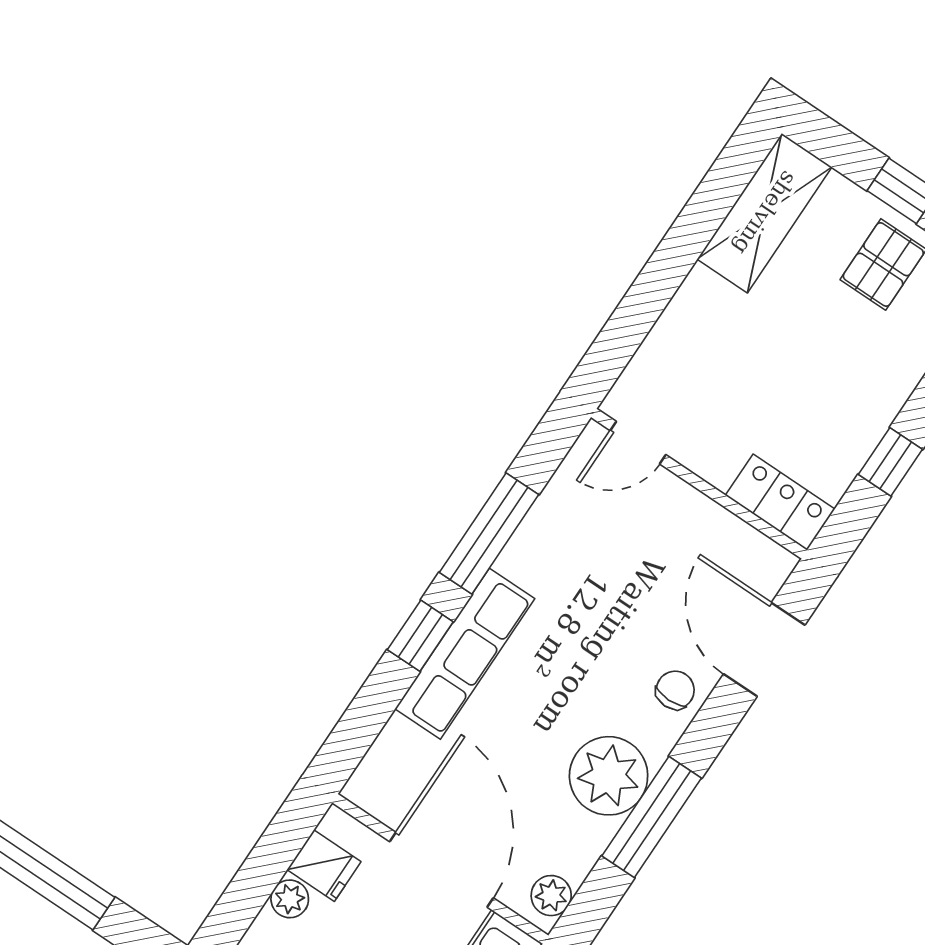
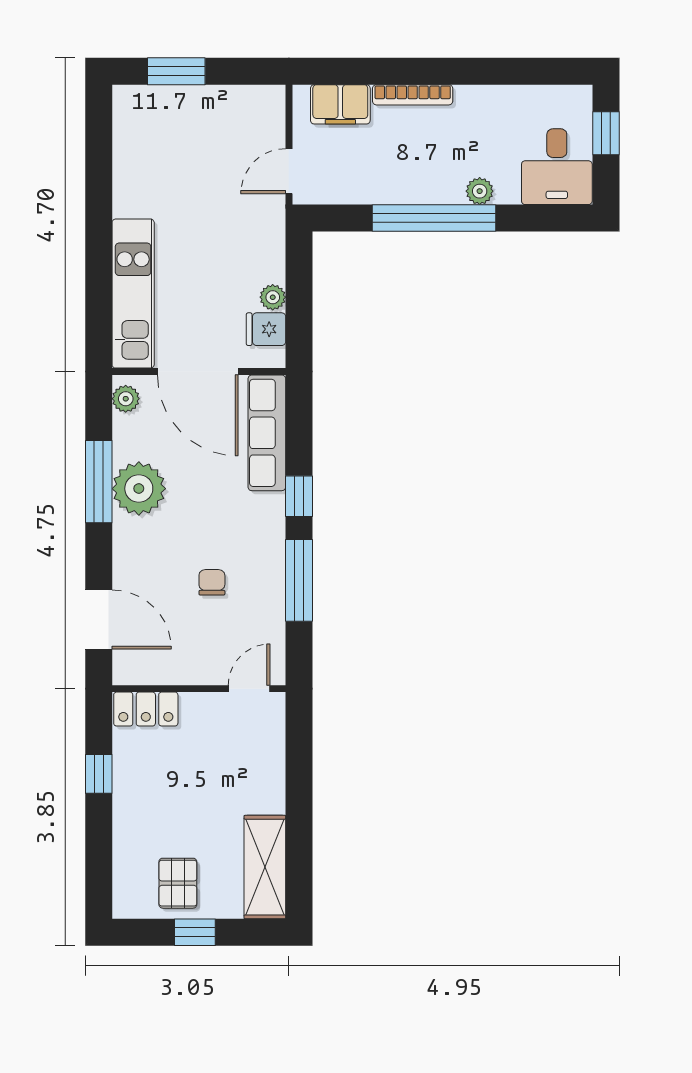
row of seats: (465, 654) -> (267, 433), moved
chair: (675, 690) -> (212, 582), moved, turned 180

